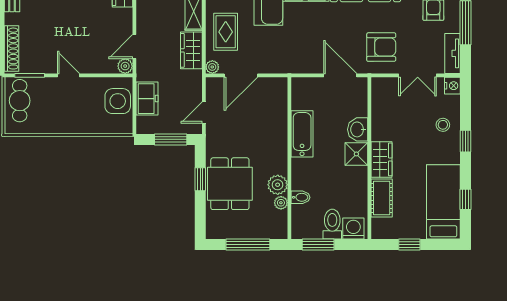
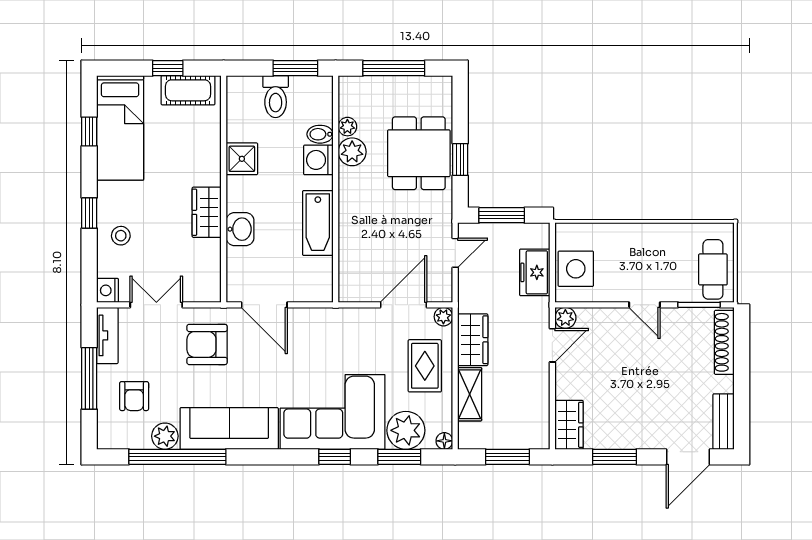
shower: (356, 154) -> (242, 159), moved
wardrobe: (382, 159) -> (207, 212), moved
cot: (382, 198) -> (188, 90), moved, turned 90
washing machine: (353, 229) -> (318, 160), moved, turned 90

